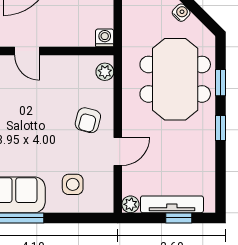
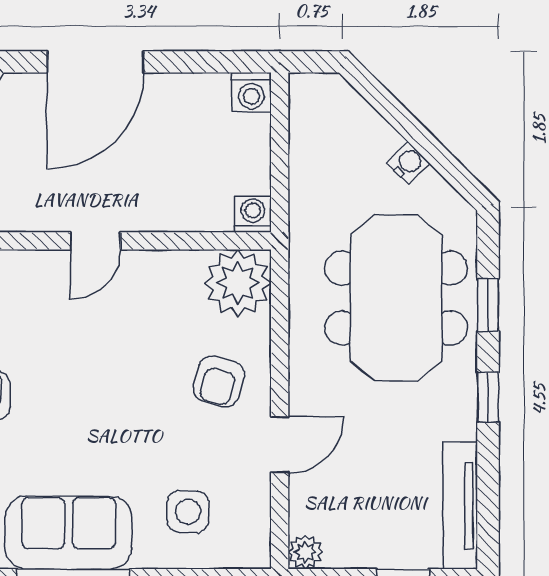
door: (27, 51) -> (95, 241), hinge flipped
plant: (105, 72) -> (238, 283), width x1.87, depth x1.87
tv unit: (172, 204) -> (460, 506), moved, turned -90

